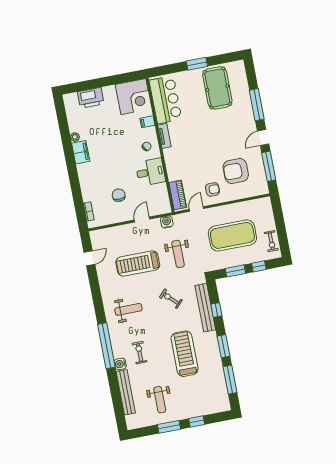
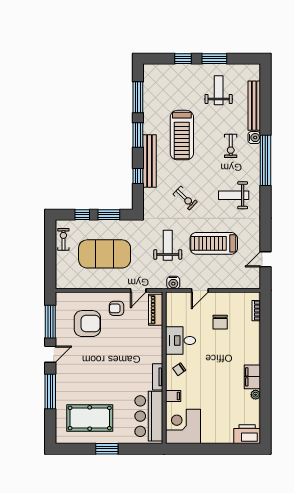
pool table: (217, 88) -> (90, 418), turned 90
printer: (91, 98) -> (247, 434), moved
treadmill: (138, 263) -> (214, 243), turned 180
bench: (205, 308) -> (149, 161), moved

